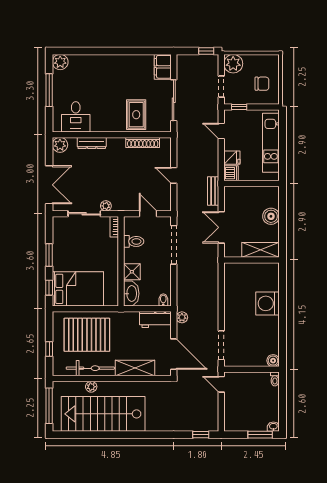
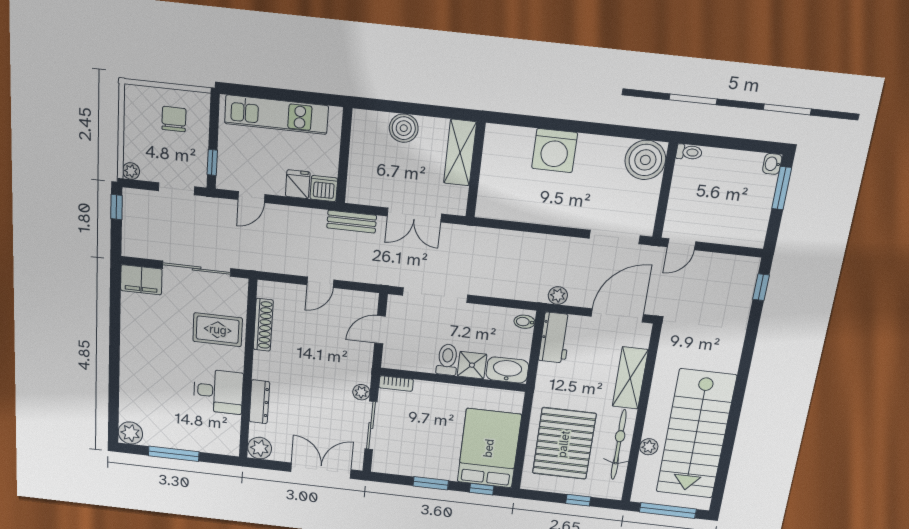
plant: (233, 64) -> (131, 171), width x0.53, depth x0.53
desk: (76, 117) -> (218, 391), moved
toilet: (134, 241) -> (447, 360), moved
boiler: (273, 361) -> (645, 160), width x1.86, depth x1.86

